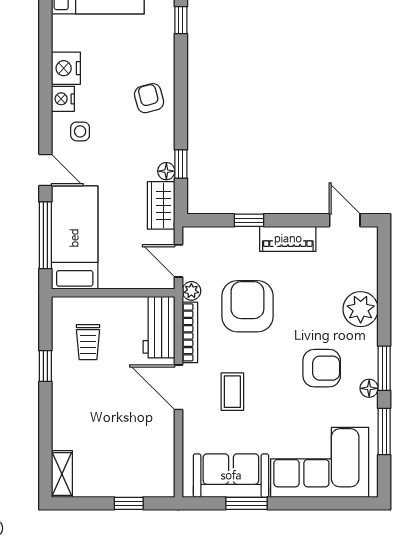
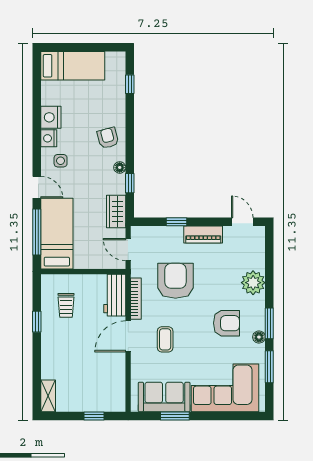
floor lamp: (166, 171) -> (120, 167), moved
plant: (191, 291) -> (137, 270), removed
door: (178, 387) -> (128, 336), hinge flipped

